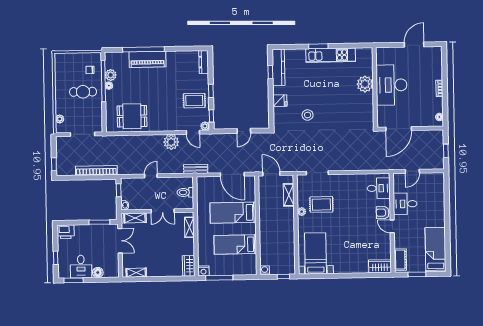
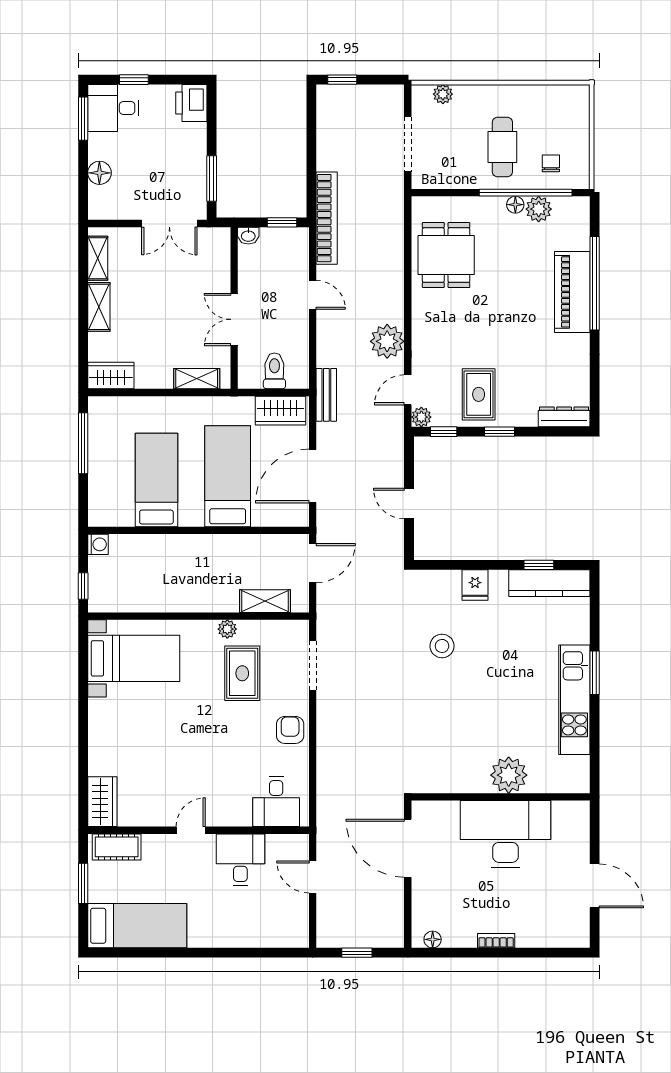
bookcase: (96, 170) -> (327, 218), moved
wardrobe: (203, 189) -> (280, 411), added
armchair: (383, 213) -> (290, 730), moved
shelving: (135, 218) -> (99, 307), moved
desk: (81, 267) -> (113, 108), moved
nightstand: (203, 271) -> (99, 408), removed

